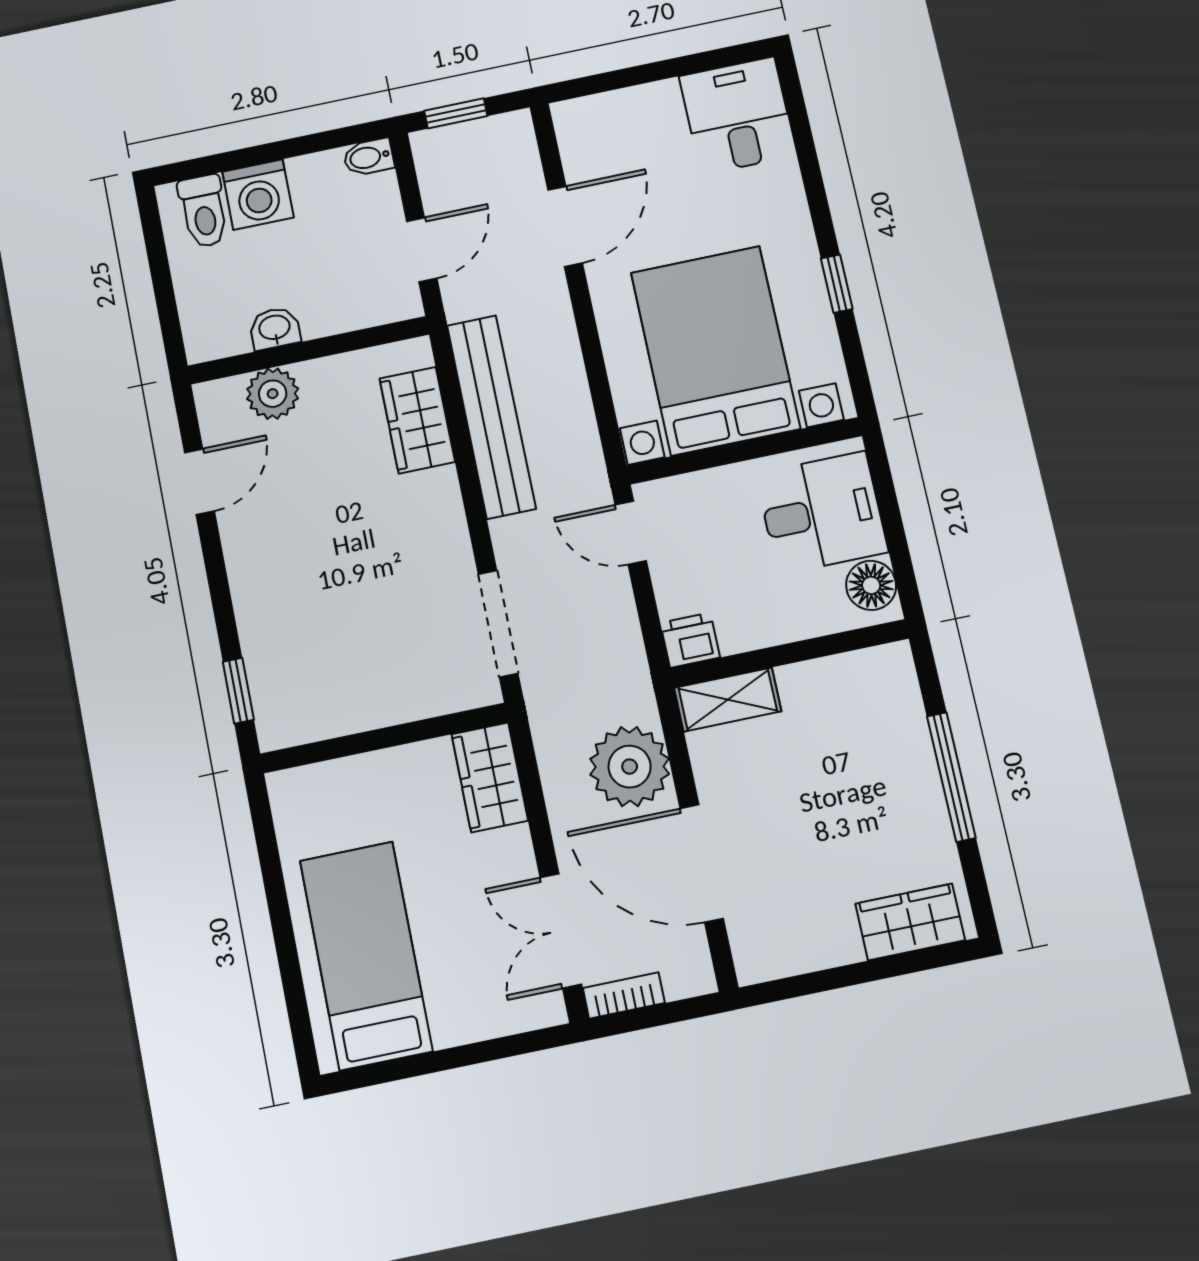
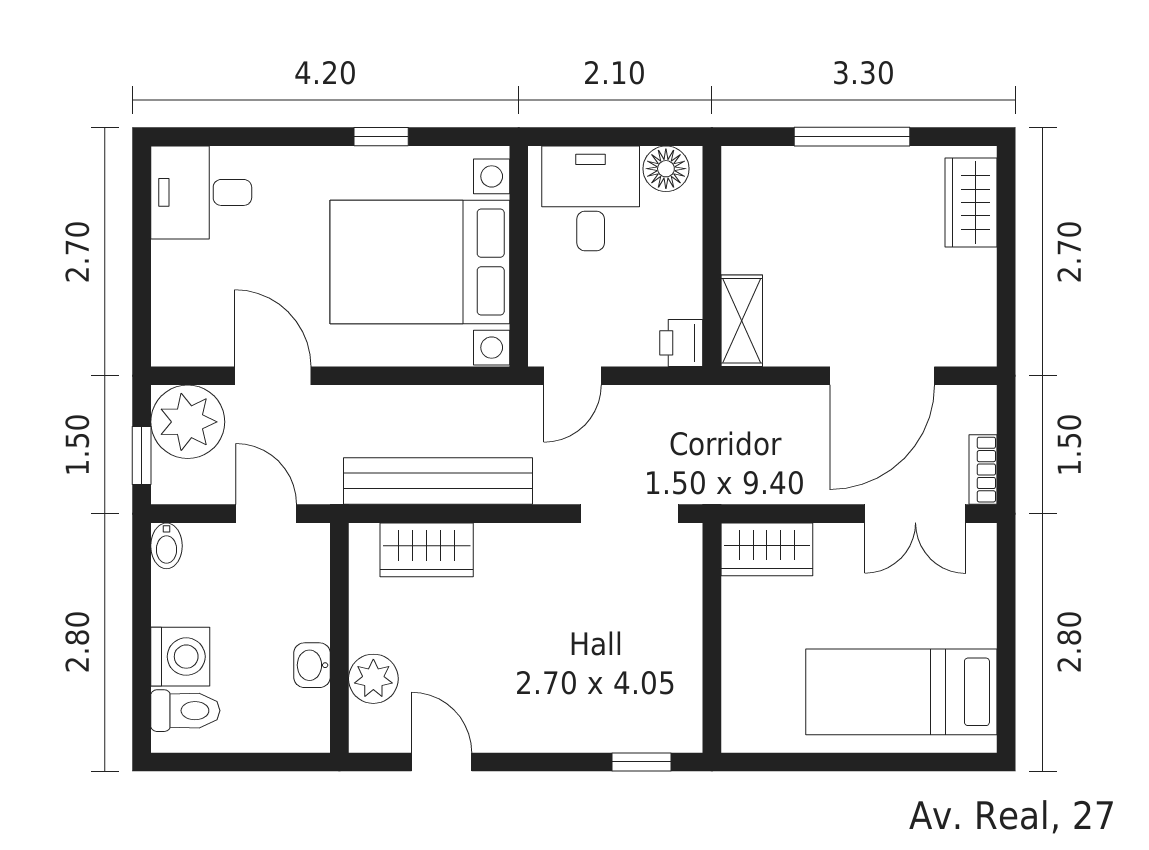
plant: (630, 767) -> (188, 422), moved

